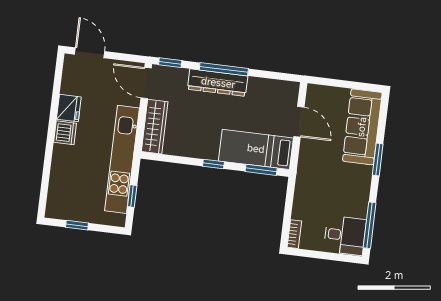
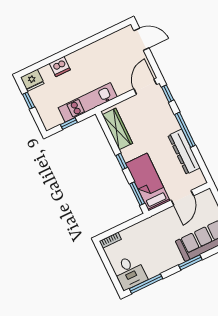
door: (90, 53) -> (141, 39), hinge flipped
dresser: (218, 83) -> (184, 152), moved
fridge: (69, 108) -> (32, 80), moved
wardrobe: (155, 127) -> (117, 129), moved, turned -90
dishwasher: (65, 133) -> (60, 66), moved
kitchen unit: (122, 159) -> (88, 102), width x0.73

